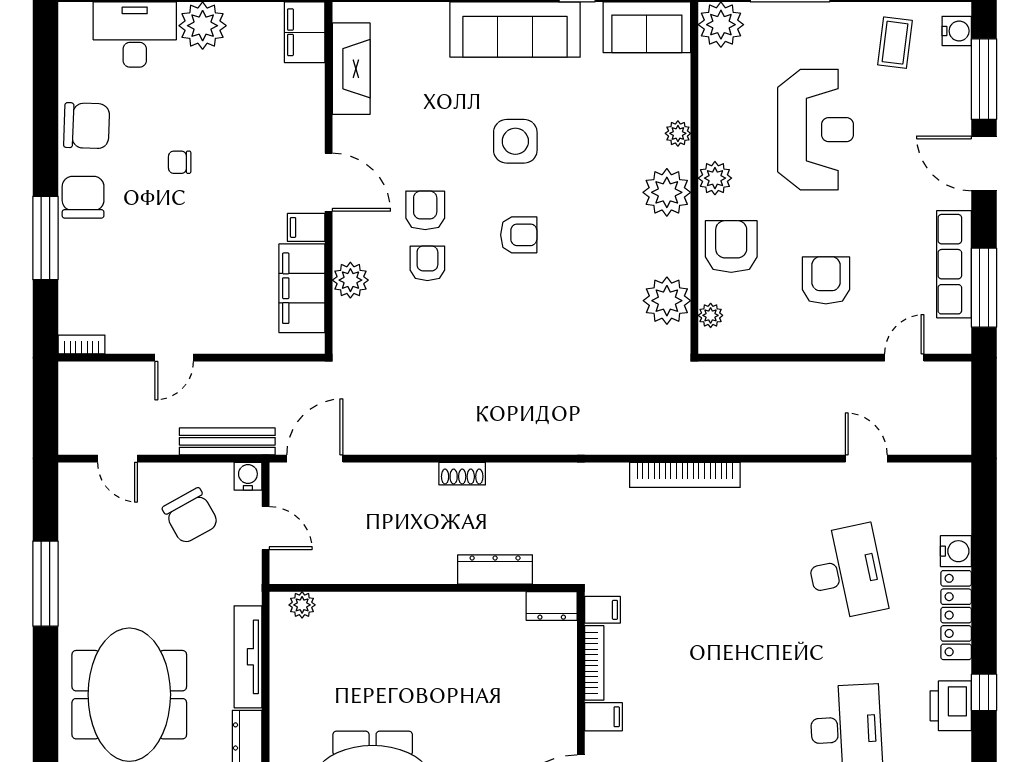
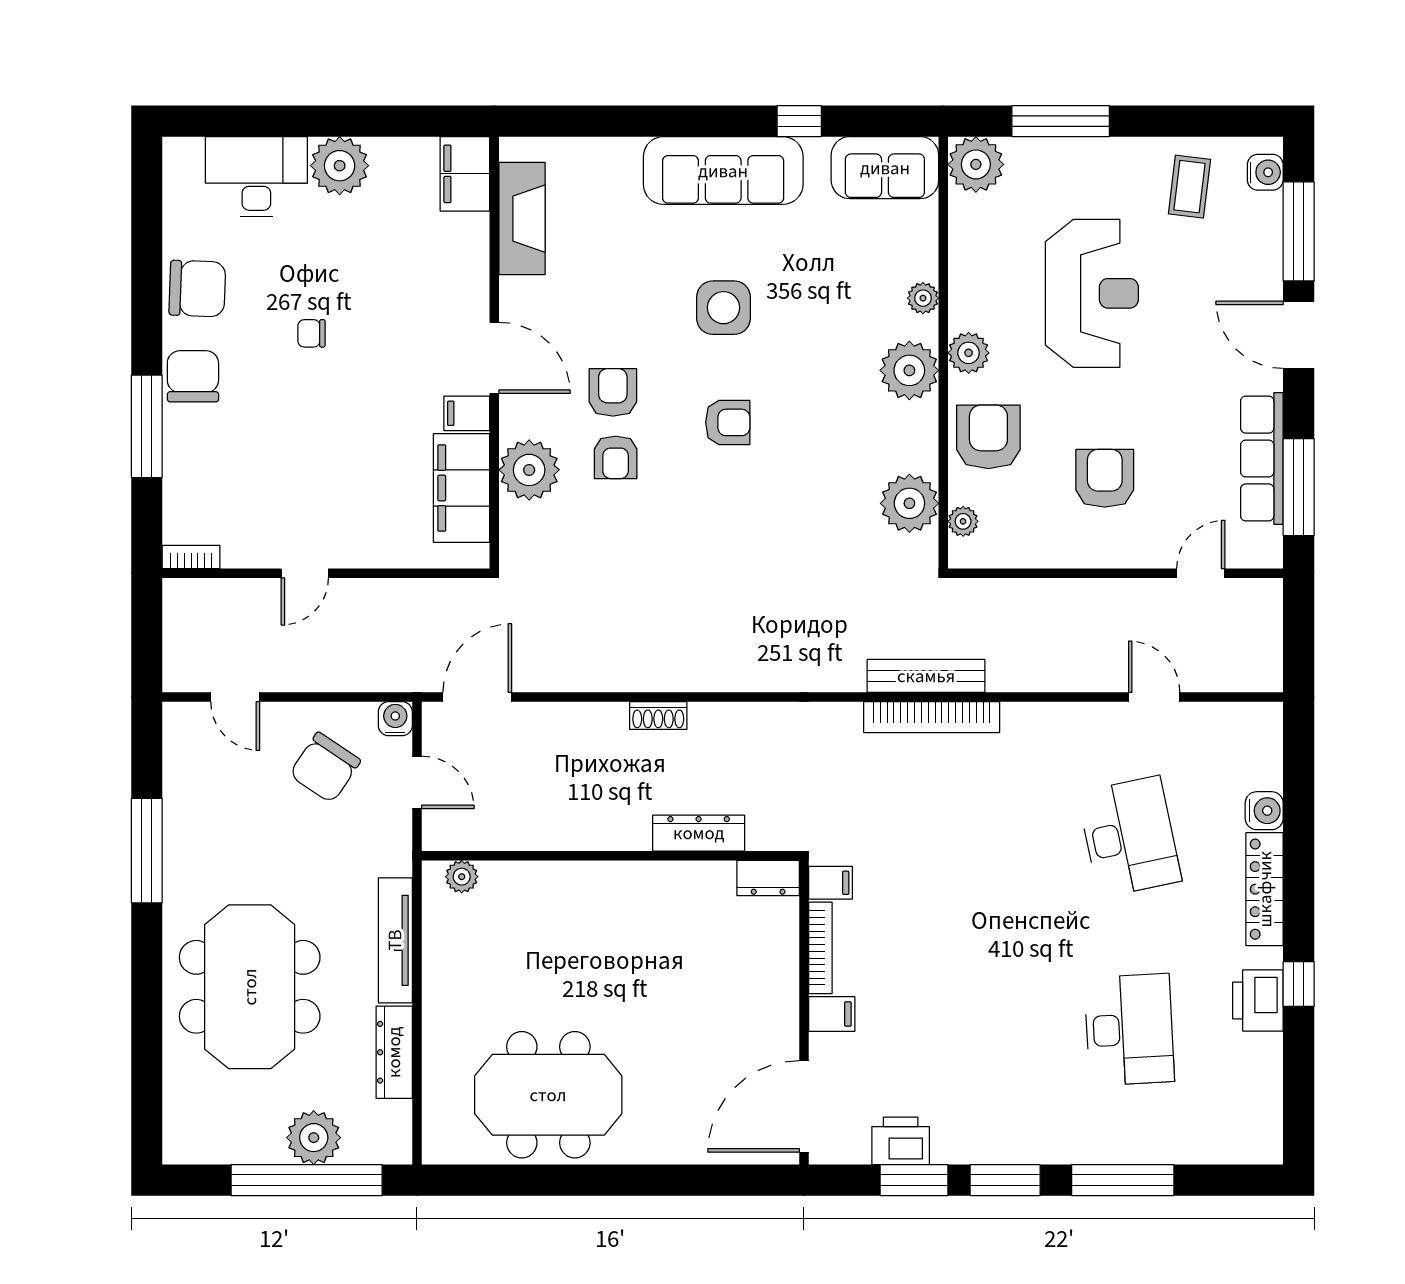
armchair: (427, 263) -> (616, 457), turned 180
plant: (350, 280) -> (529, 470), width x1.36, depth x1.36
bench: (227, 441) -> (926, 676), moved
chair: (191, 516) -> (325, 768), turned 63

